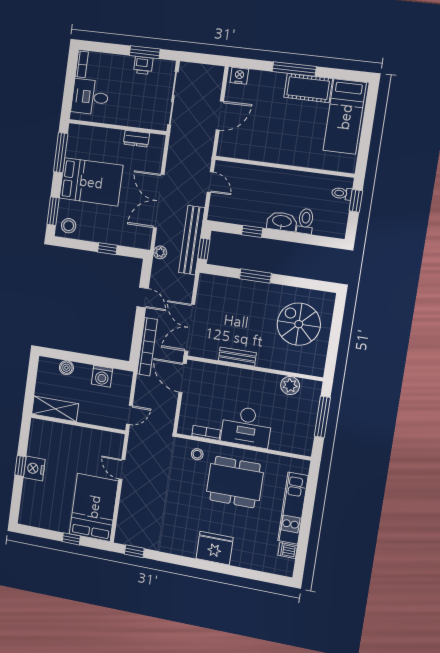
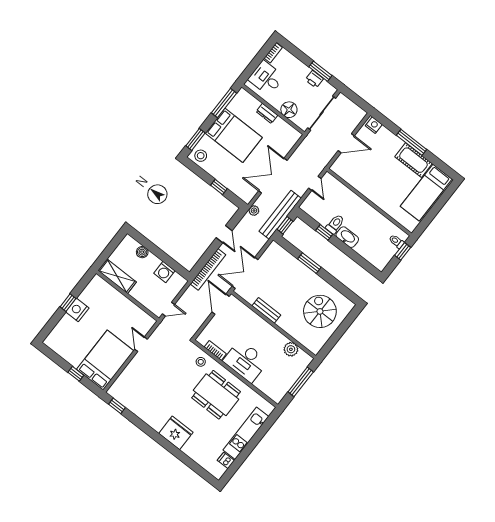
floor lamp: (135, 117) -> (289, 110), added
dresser: (136, 139) -> (267, 113), moved
toilet: (306, 221) -> (335, 224), moved

